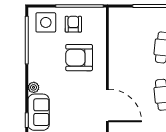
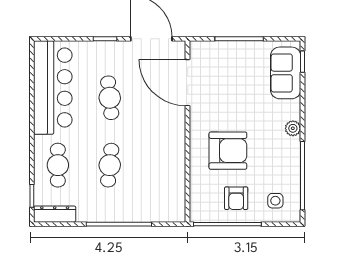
side table: (46, 22) -> (275, 201), width x0.54, depth x0.54
plant: (34, 87) -> (293, 128), moved

